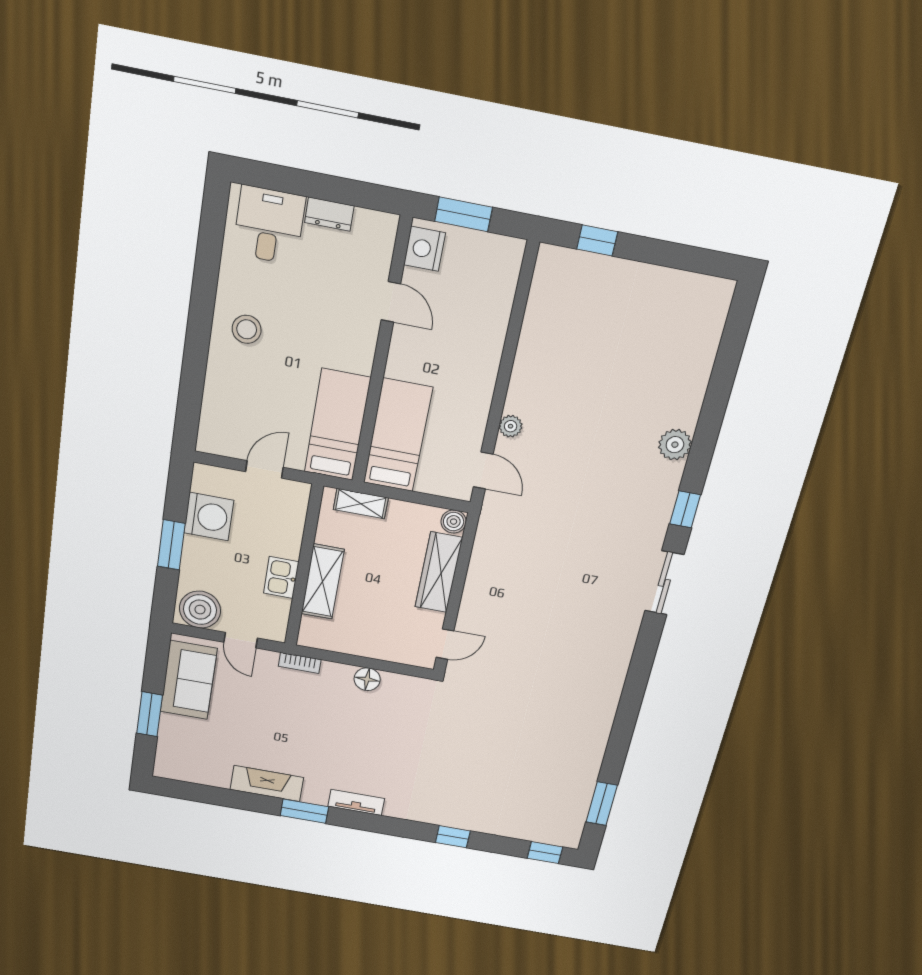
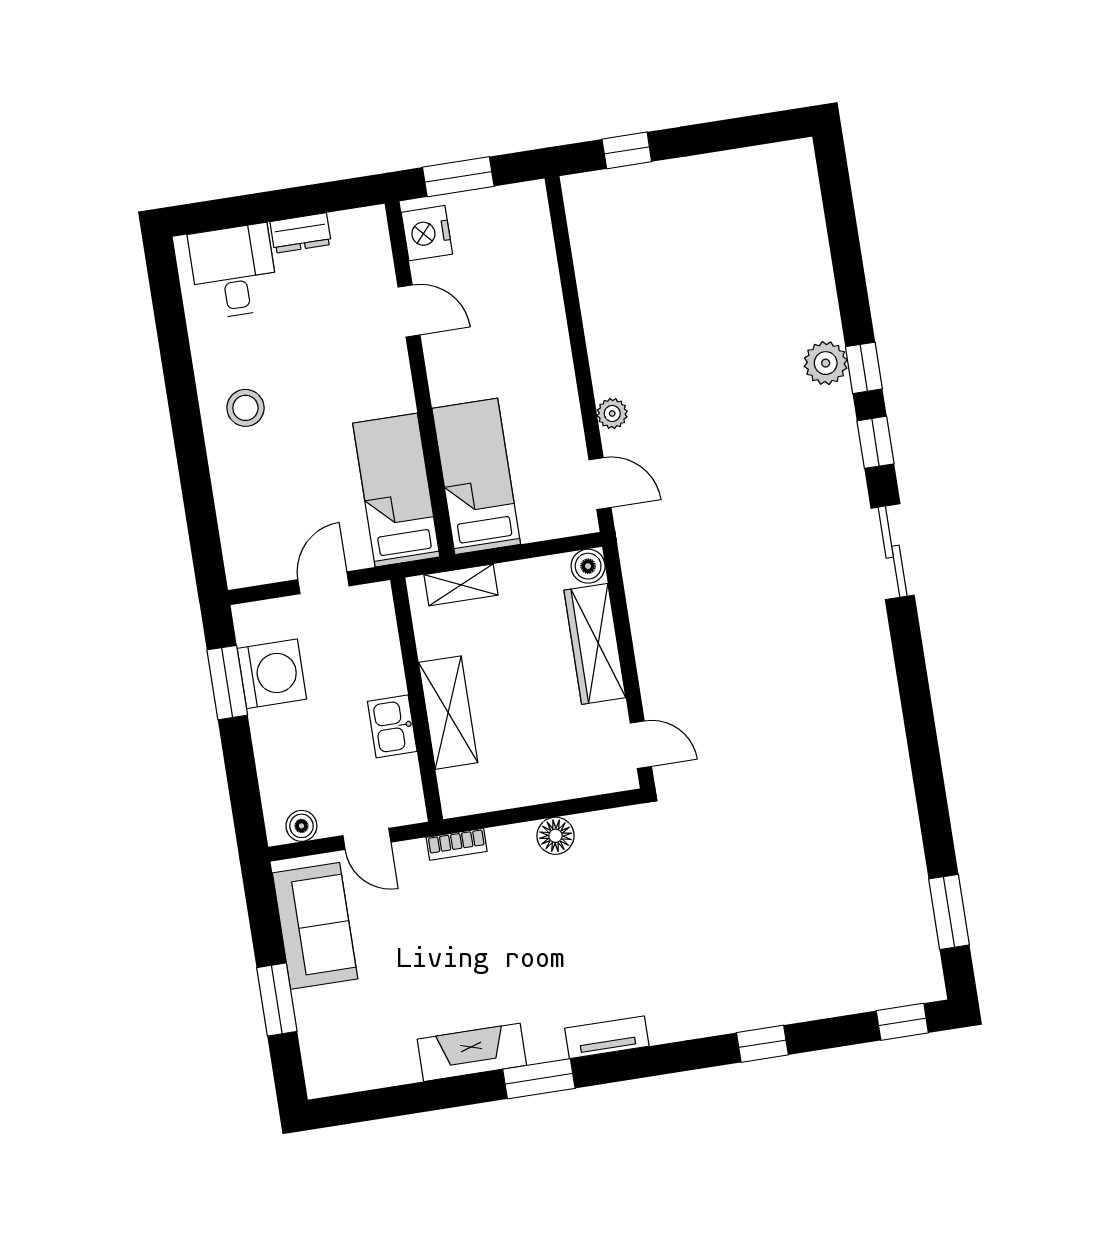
window: (700, 457) -> (864, 368), added
window: (171, 545) -> (227, 683), moved
boiler: (200, 610) -> (301, 826), width x0.54, depth x0.54
door: (445, 644) -> (641, 745), hinge flipped

